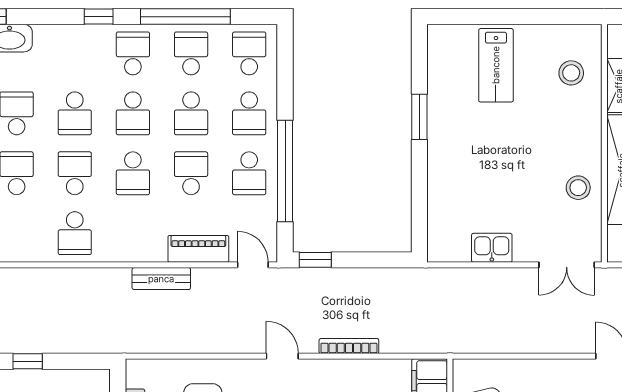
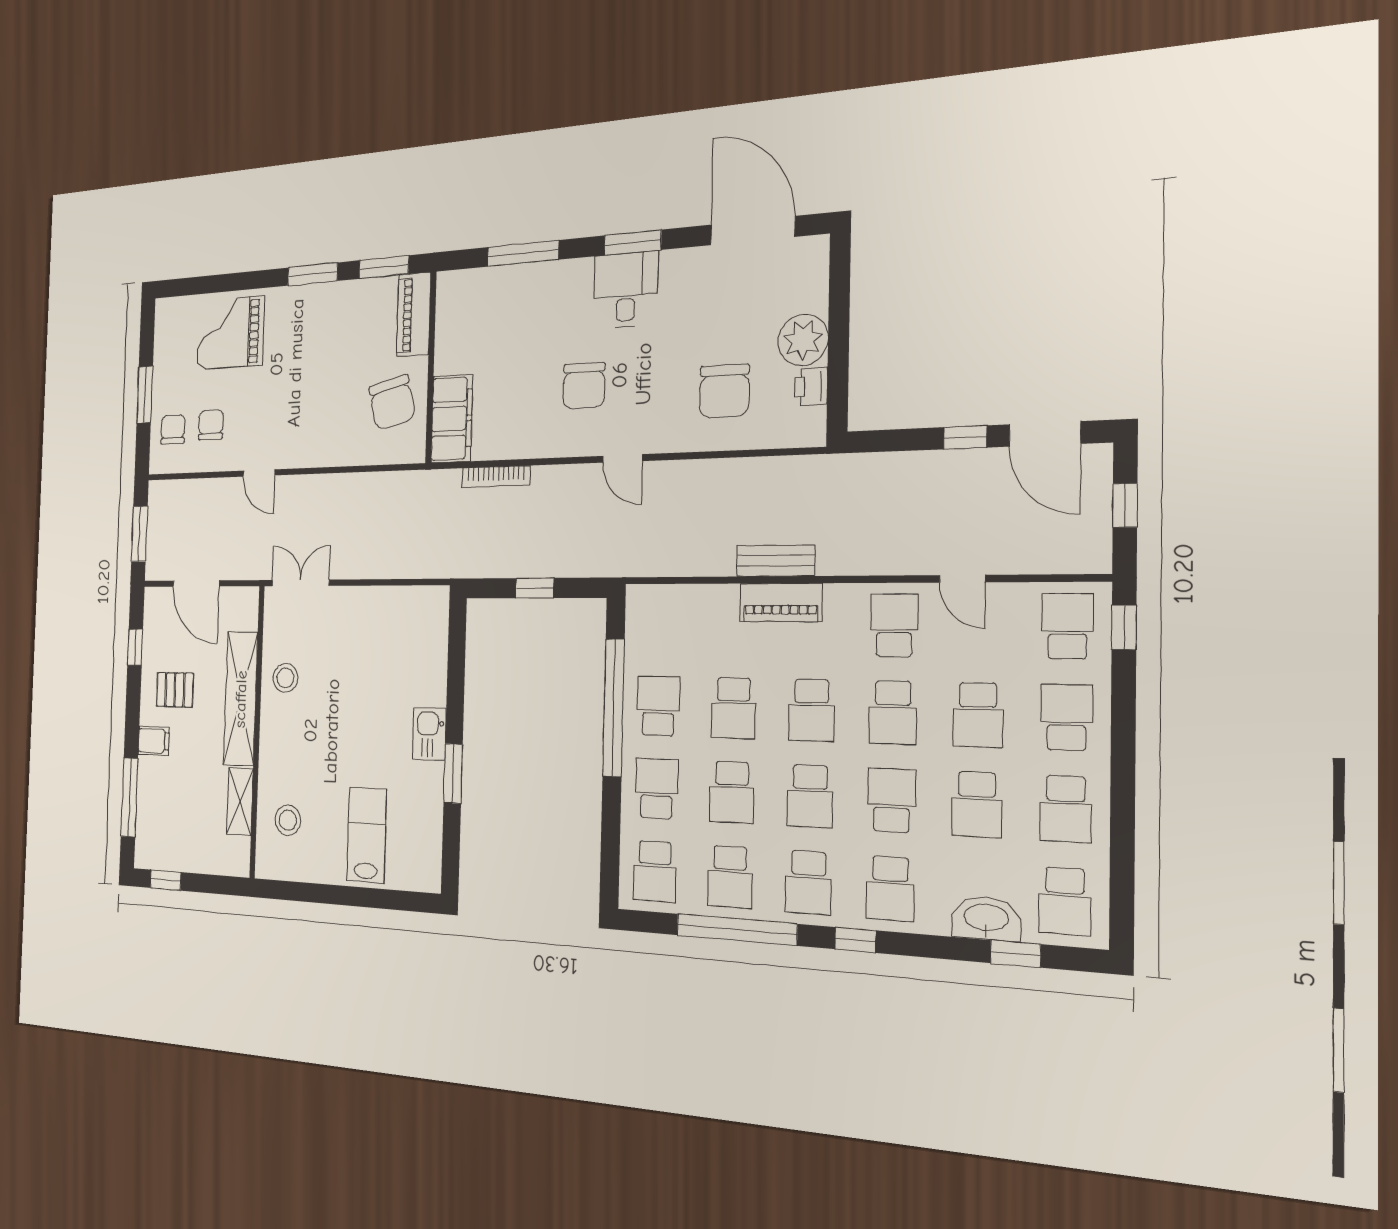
school desk: (75, 53) -> (890, 888), added
school desk: (133, 113) -> (810, 796), turned 180
school desk: (191, 113) -> (732, 792), turned 180
school desk: (133, 173) -> (811, 710), turned 180
kitchen sink: (492, 248) -> (429, 734), moved, turned 90
piano: (198, 249) -> (781, 602), moved
window: (315, 260) -> (535, 588), moved
door: (253, 265) -> (962, 579), moved
bookcase: (349, 346) -> (496, 477), moved

